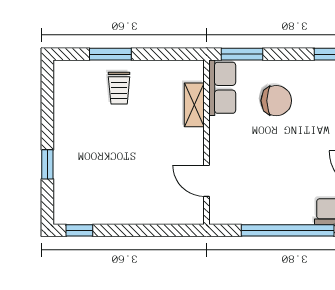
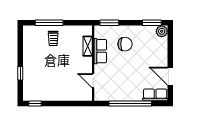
window: (110, 54) -> (49, 23), width x1.44
row of seats: (222, 88) -> (100, 51), moved

